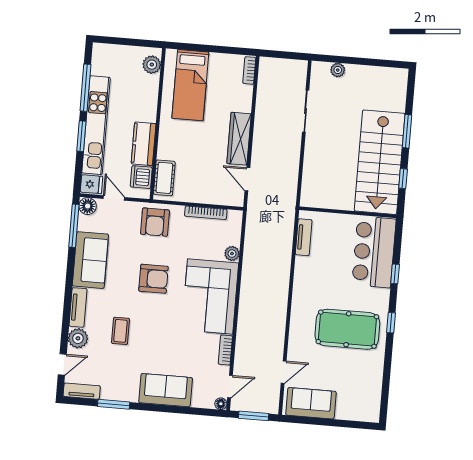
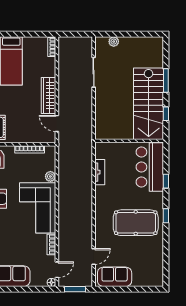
tv unit: (304, 237) -> (100, 172), moved

